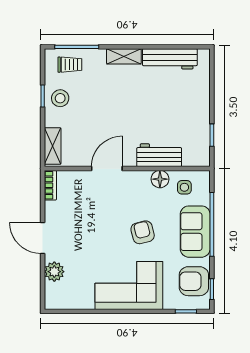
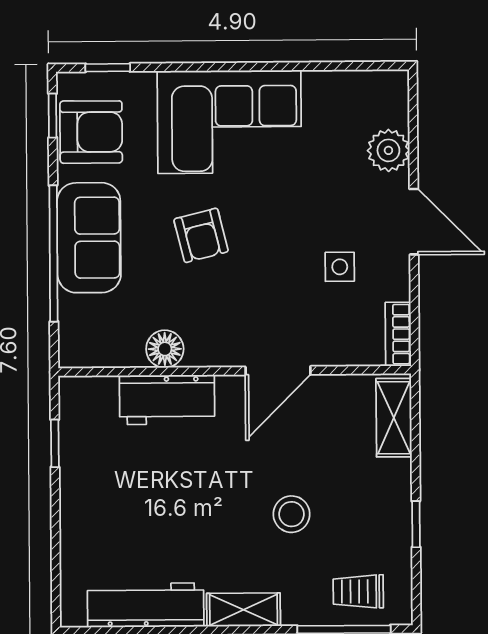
stool: (60, 98) -> (291, 514), moved
side table: (184, 187) -> (340, 267), moved

